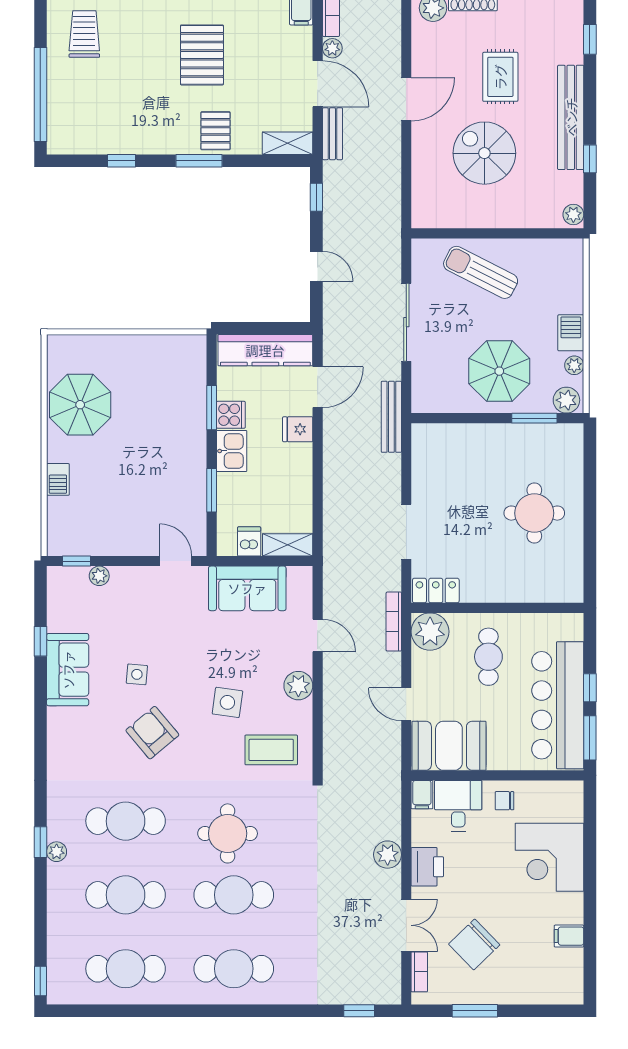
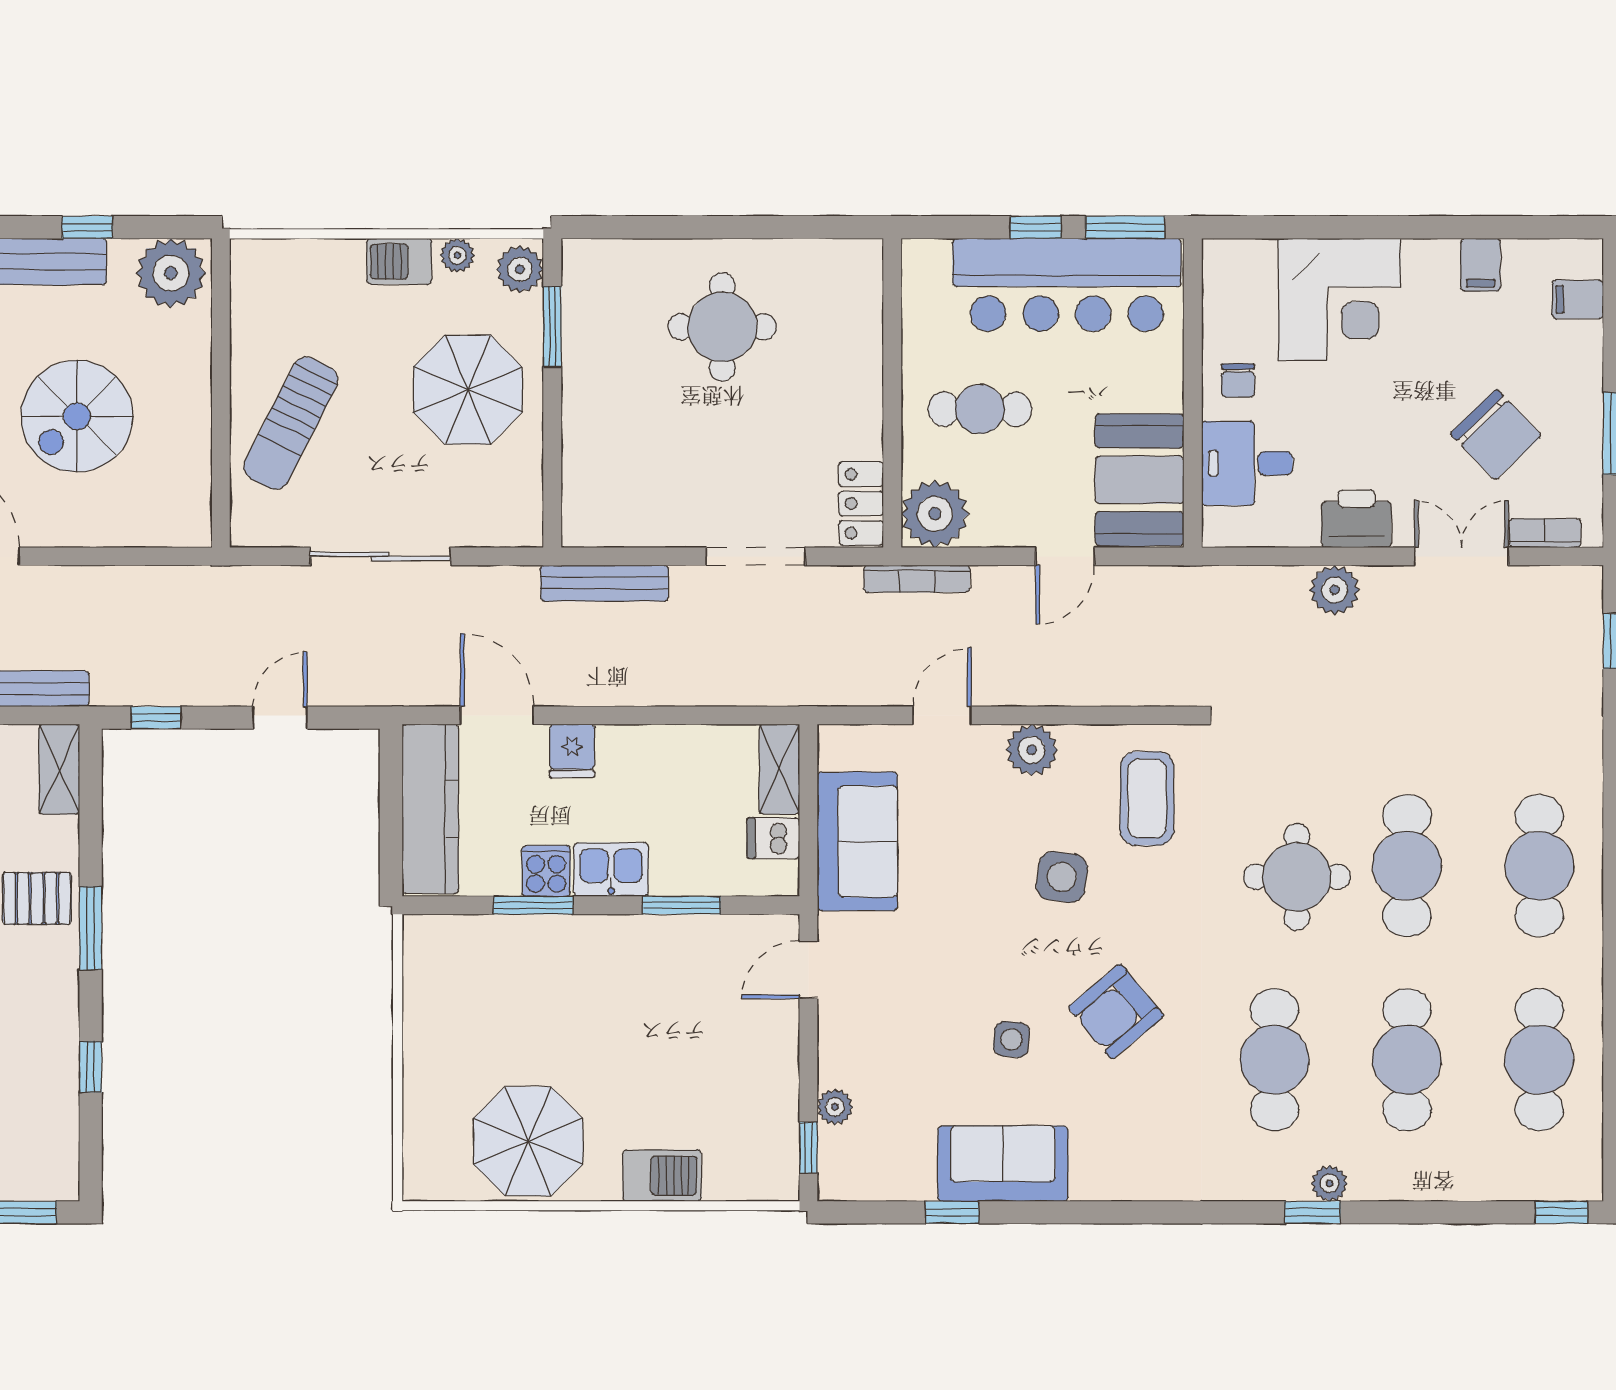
plant: (573, 215) -> (171, 273), width x1.88, depth x1.88
bench: (391, 417) -> (605, 583), moved
barbecue: (58, 479) -> (662, 1176), width x1.38, depth x1.27
filing cabinet: (422, 795) -> (1578, 299), moved, turned 180

